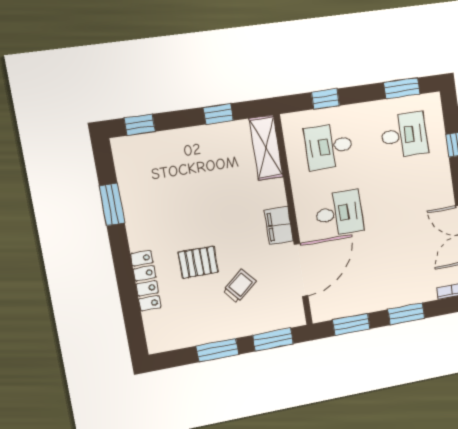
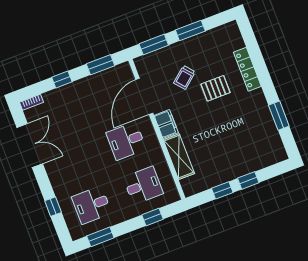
window: (140, 125) -> (248, 180), moved
shelving: (266, 148) -> (179, 157), moved
window: (406, 314) -> (62, 79), width x0.67

